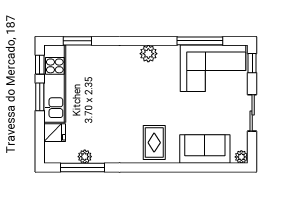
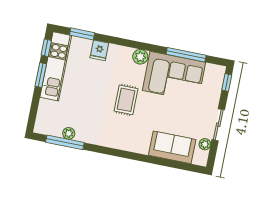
corner sofa: (213, 68) -> (174, 76), moved
fridge: (55, 133) -> (99, 50), moved, turned 90
rug: (154, 143) -> (126, 100), moved
plant: (241, 157) -> (205, 144), moved

